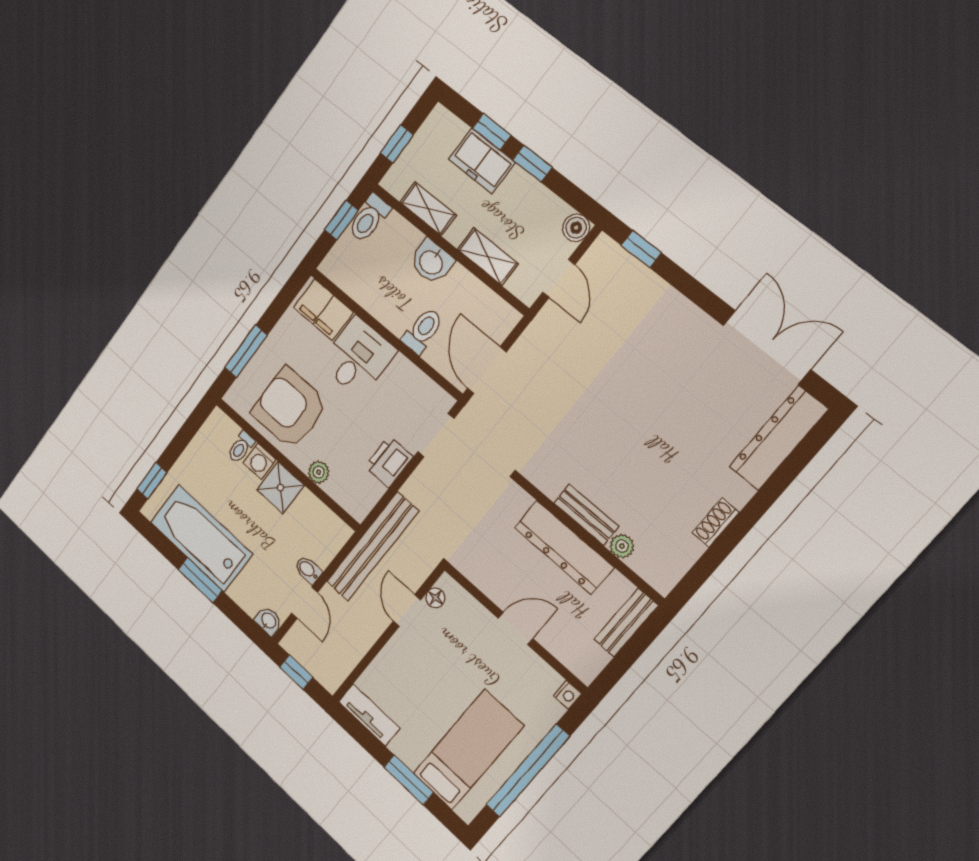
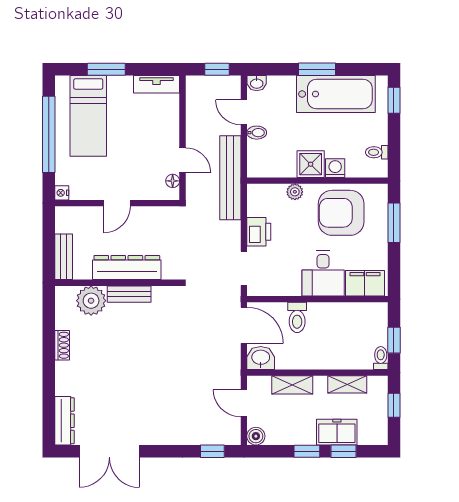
toilet: (369, 218) -> (381, 358), width x0.73, depth x0.72
washbasin: (432, 262) -> (261, 358), moved
armchair: (290, 408) -> (341, 213), turned 180
dresser: (778, 438) -> (64, 421), width x0.73, depth x0.80
toilet: (241, 447) -> (377, 152), moved, turned -90
plant: (622, 546) -> (91, 301), width x1.88, depth x1.88

